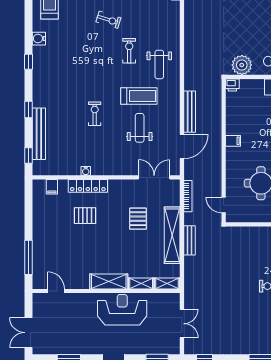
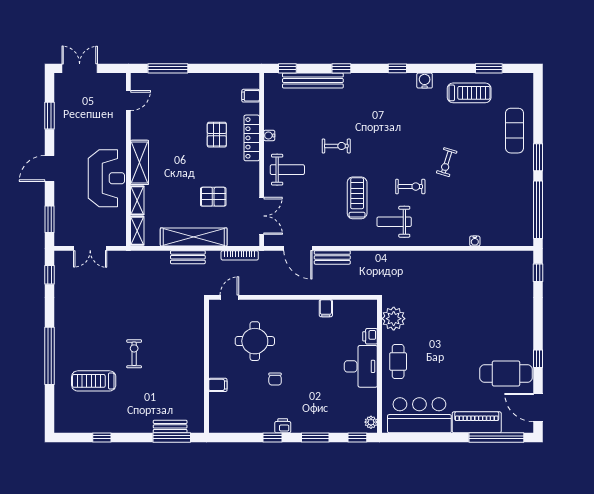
printer: (232, 85) -> (370, 336), moved
treadmill: (139, 96) -> (357, 198), turned 180
bench: (190, 112) -> (332, 257), width x0.73
weight bench: (140, 128) -> (287, 170), moved
filing cabinet: (233, 141) -> (326, 308), moved

